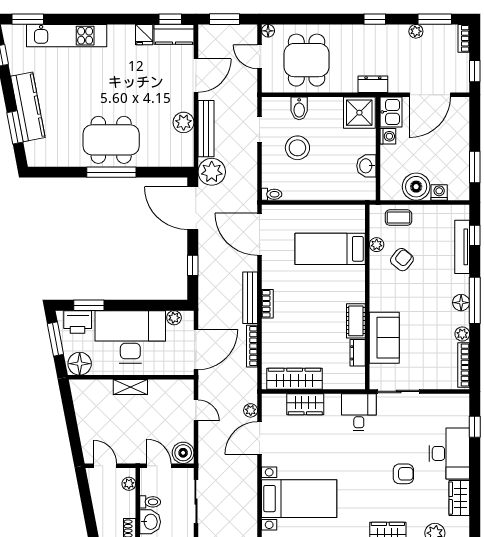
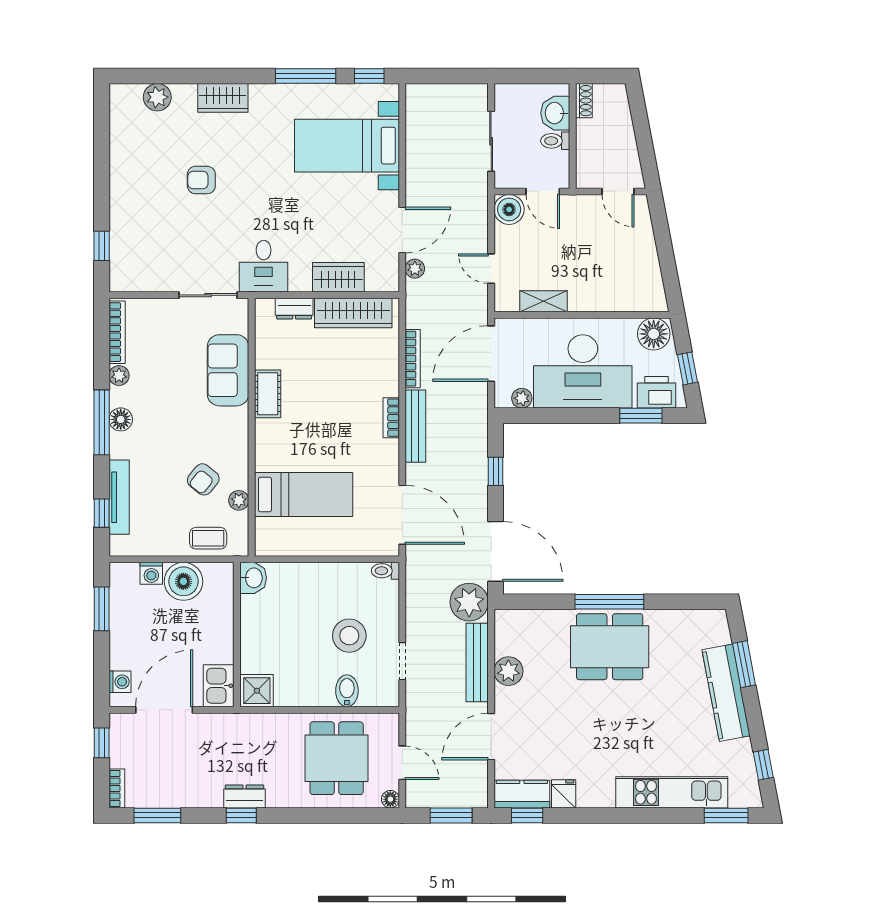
plant: (416, 31) -> (184, 798), removed
dresser: (373, 84) -> (245, 796), moved, turned 180
shower: (359, 113) -> (257, 691), width x0.73, depth x0.73
washing machine: (388, 136) -> (120, 682), moved, turned 180
washbasin: (366, 166) -> (253, 578), moved
window: (55, 339) -> (688, 368), width x0.67
dresser: (358, 353) -> (294, 309), moved, turned 90
shelving: (130, 387) -> (543, 301), moved
desk: (449, 453) -> (137, 209), removed
plant: (129, 484) -> (585, 166), removed
wardrobe: (459, 498) -> (123, 146), removed

